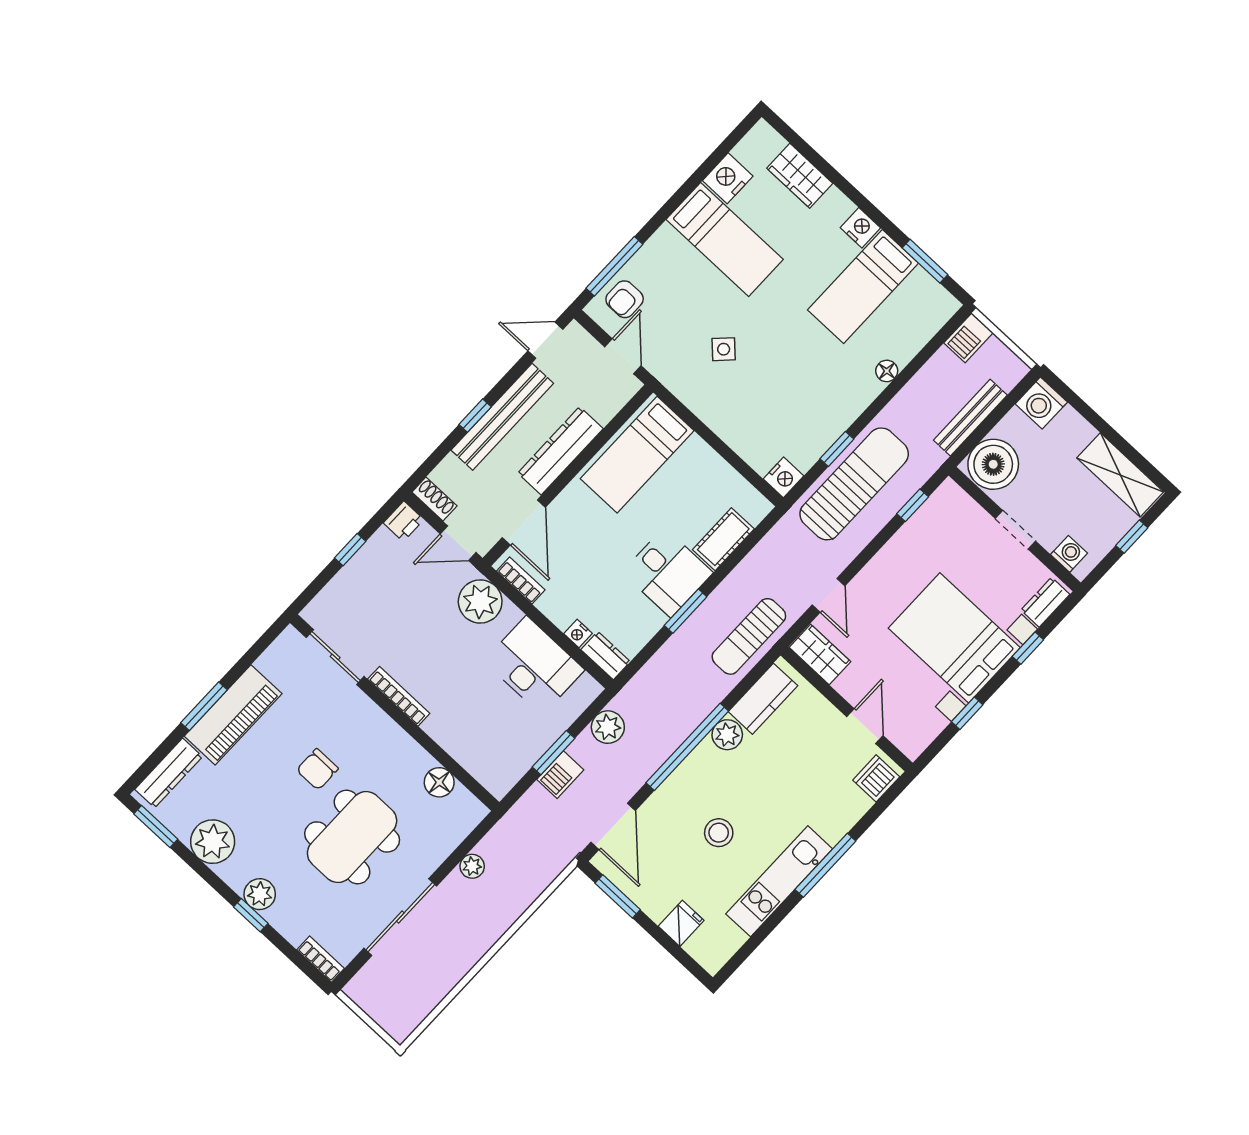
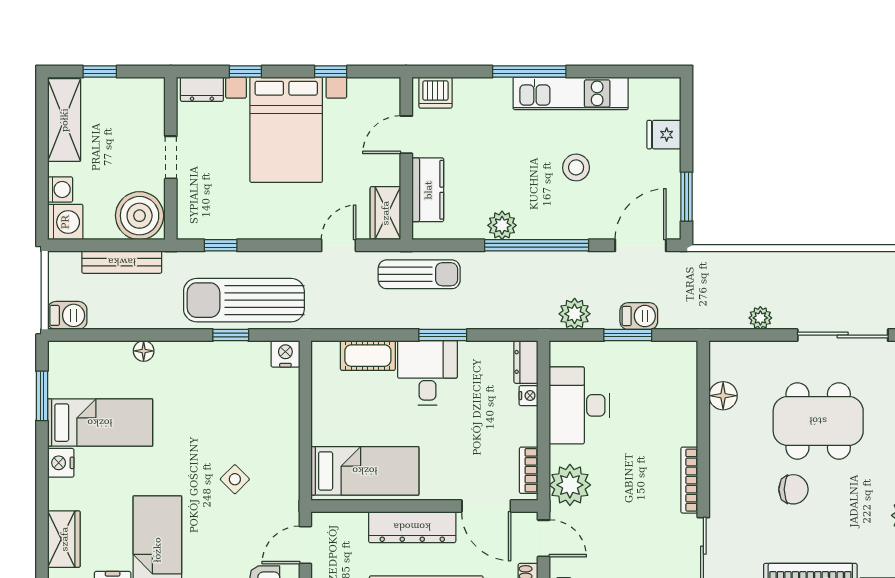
door: (524, 522) -> (486, 506), swing flipped
washing machine: (1069, 554) -> (60, 189), moved, turned 180
kitchen counter: (763, 699) -> (428, 190), moved, turned 90

